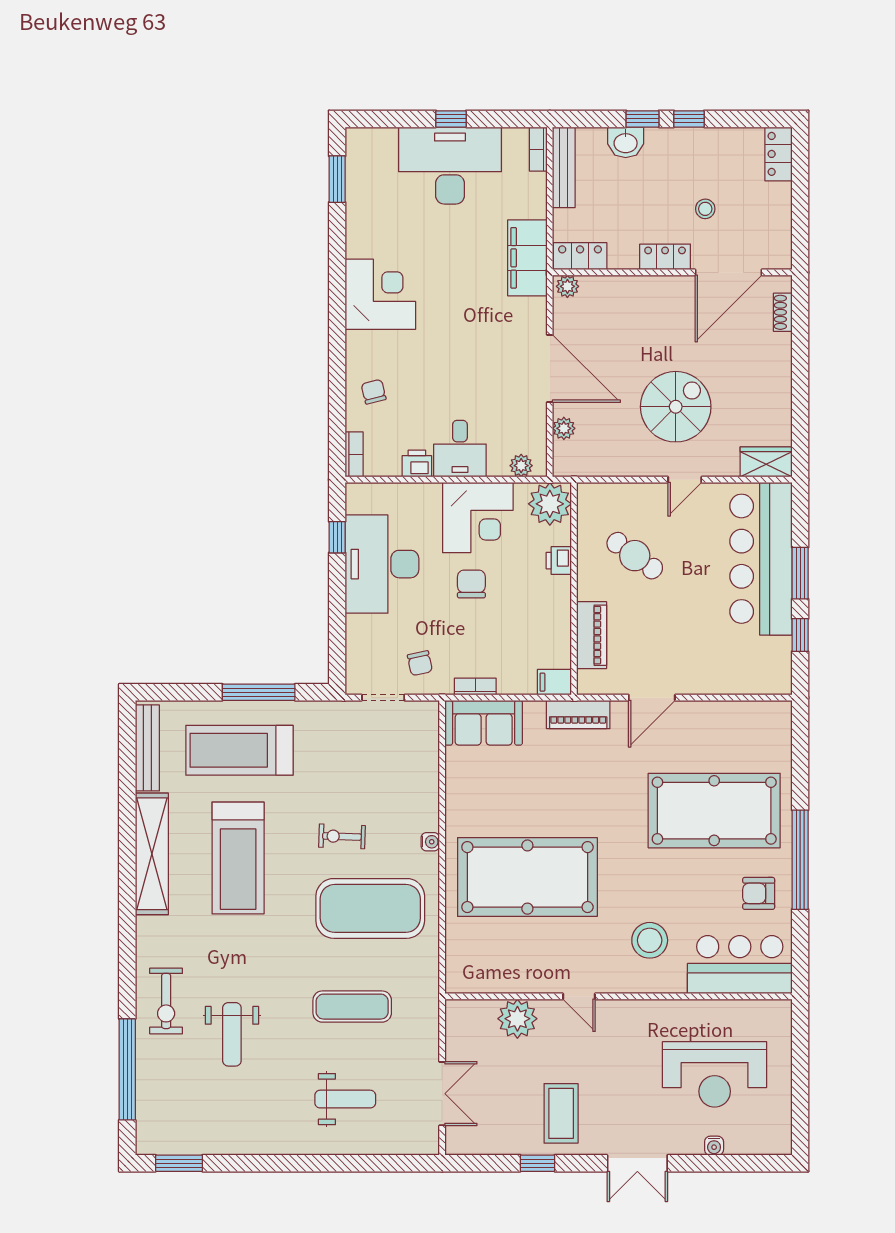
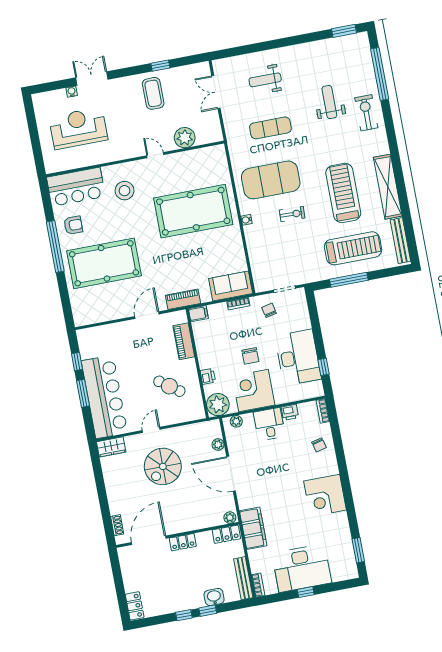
stool: (705, 209) -> (167, 571), removed
double door: (637, 1163) -> (92, 79), moved

